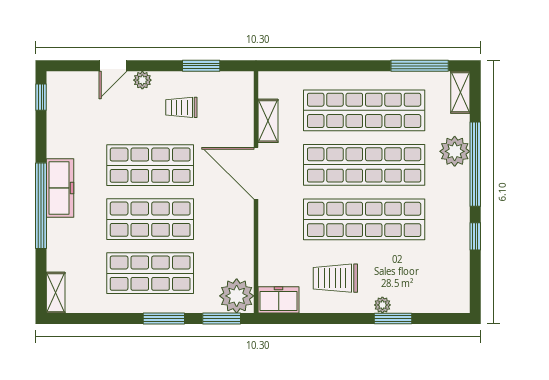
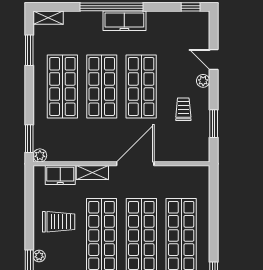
shelving: (268, 121) -> (92, 172), moved
trolley: (335, 278) -> (59, 222), turned 90
plant: (237, 296) -> (40, 155), width x0.53, depth x0.53
freezer: (279, 300) -> (60, 175), moved, turned 90
window: (164, 319) -> (29, 50), moved

